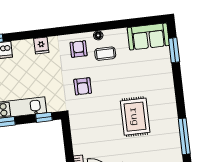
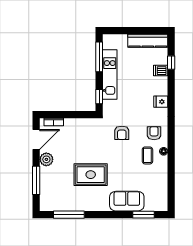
sofa: (148, 36) -> (127, 201), moved, turned 90
armchair: (79, 49) -> (154, 133), turned -90
armchair: (83, 86) -> (122, 133), turned -90

